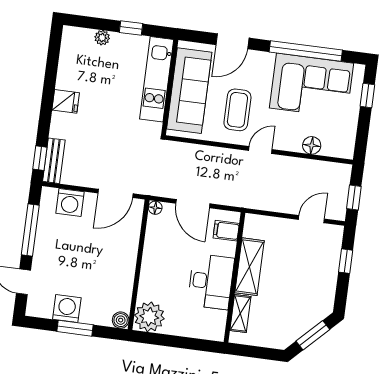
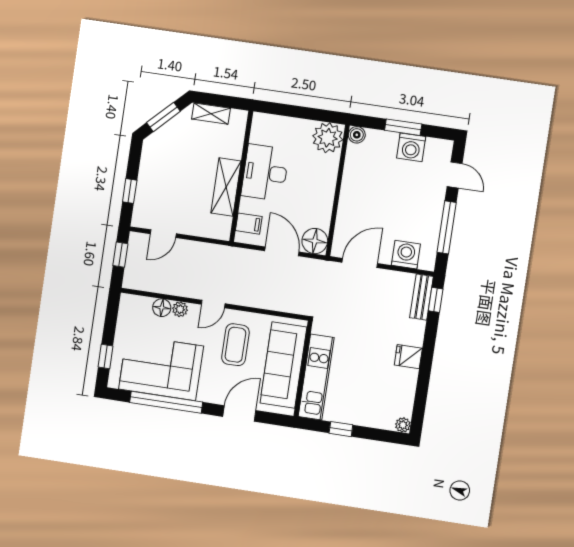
plant: (102, 38) -> (403, 425), moved
plant: (293, 144) -> (180, 309), added
floor lamp: (155, 208) -> (315, 241), width x1.89, depth x1.89
shelving: (240, 314) -> (211, 114), moved, turned 90

